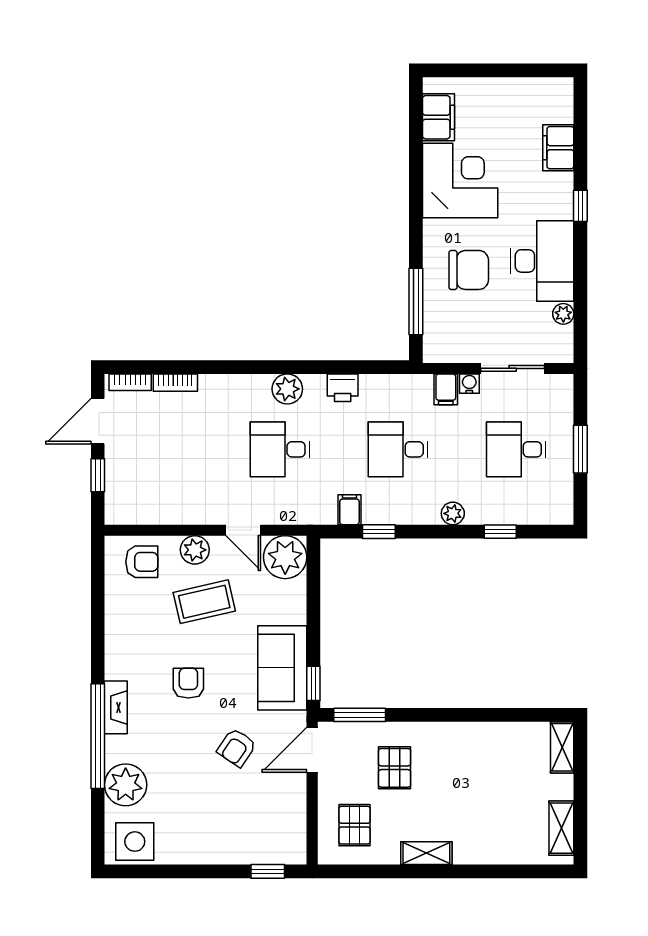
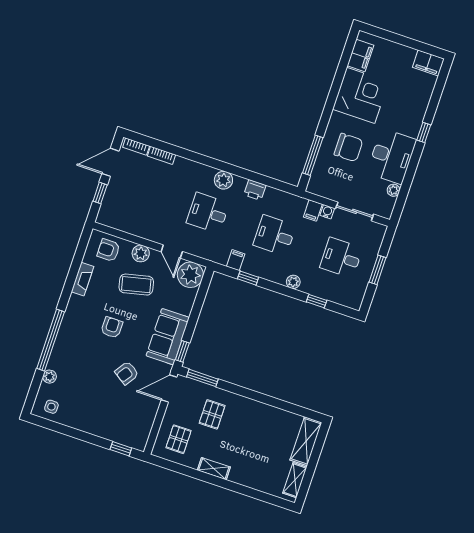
filing cabinet: (558, 148) -> (428, 63), moved, turned -90
armchair: (142, 562) -> (109, 250), turned 180
fireplace: (116, 707) -> (82, 279), moved
shelving: (562, 747) -> (306, 441), width x1.50, depth x1.33
plant: (126, 785) -> (50, 377), width x0.53, depth x0.53
side table: (135, 842) -> (51, 407), width x0.54, depth x0.54

